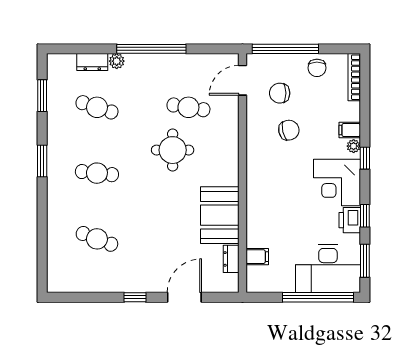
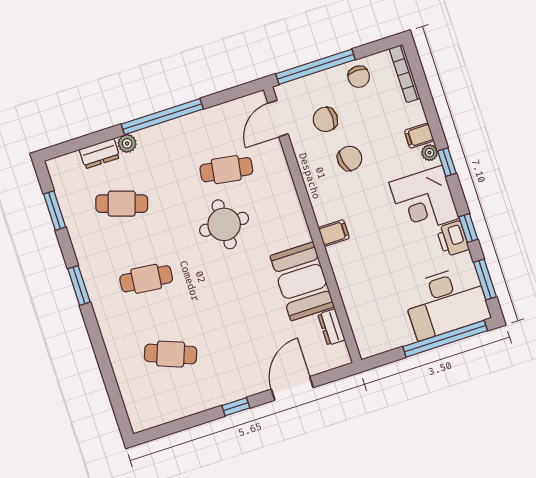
filing cabinet: (257, 257) -> (334, 233), moved

